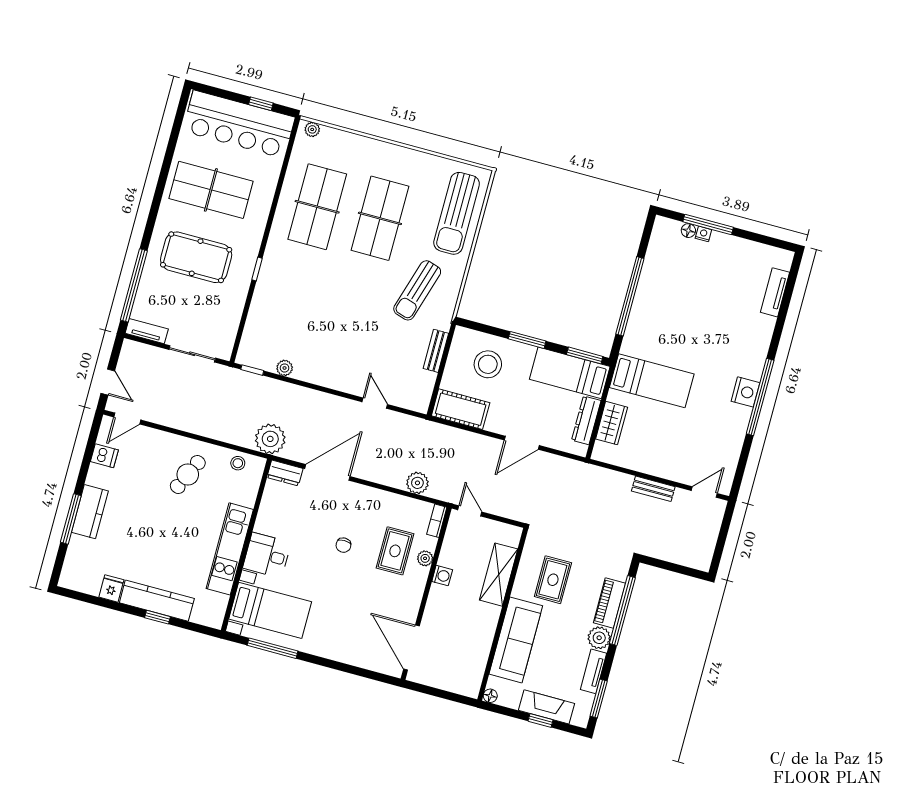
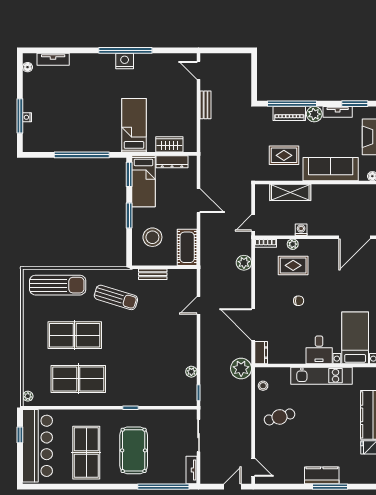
floor lamp: (688, 231) -> (28, 67), moved
dishwasher: (104, 456) -> (282, 476), removed
cafe table: (188, 474) -> (280, 417), turned -41

